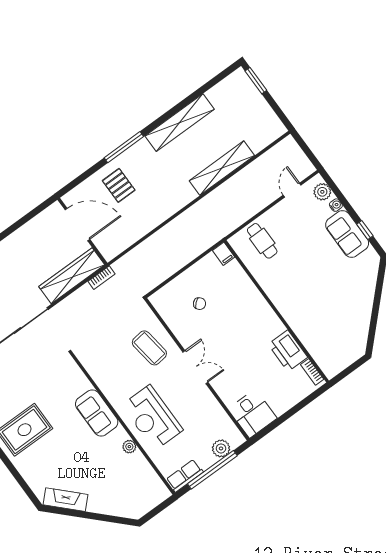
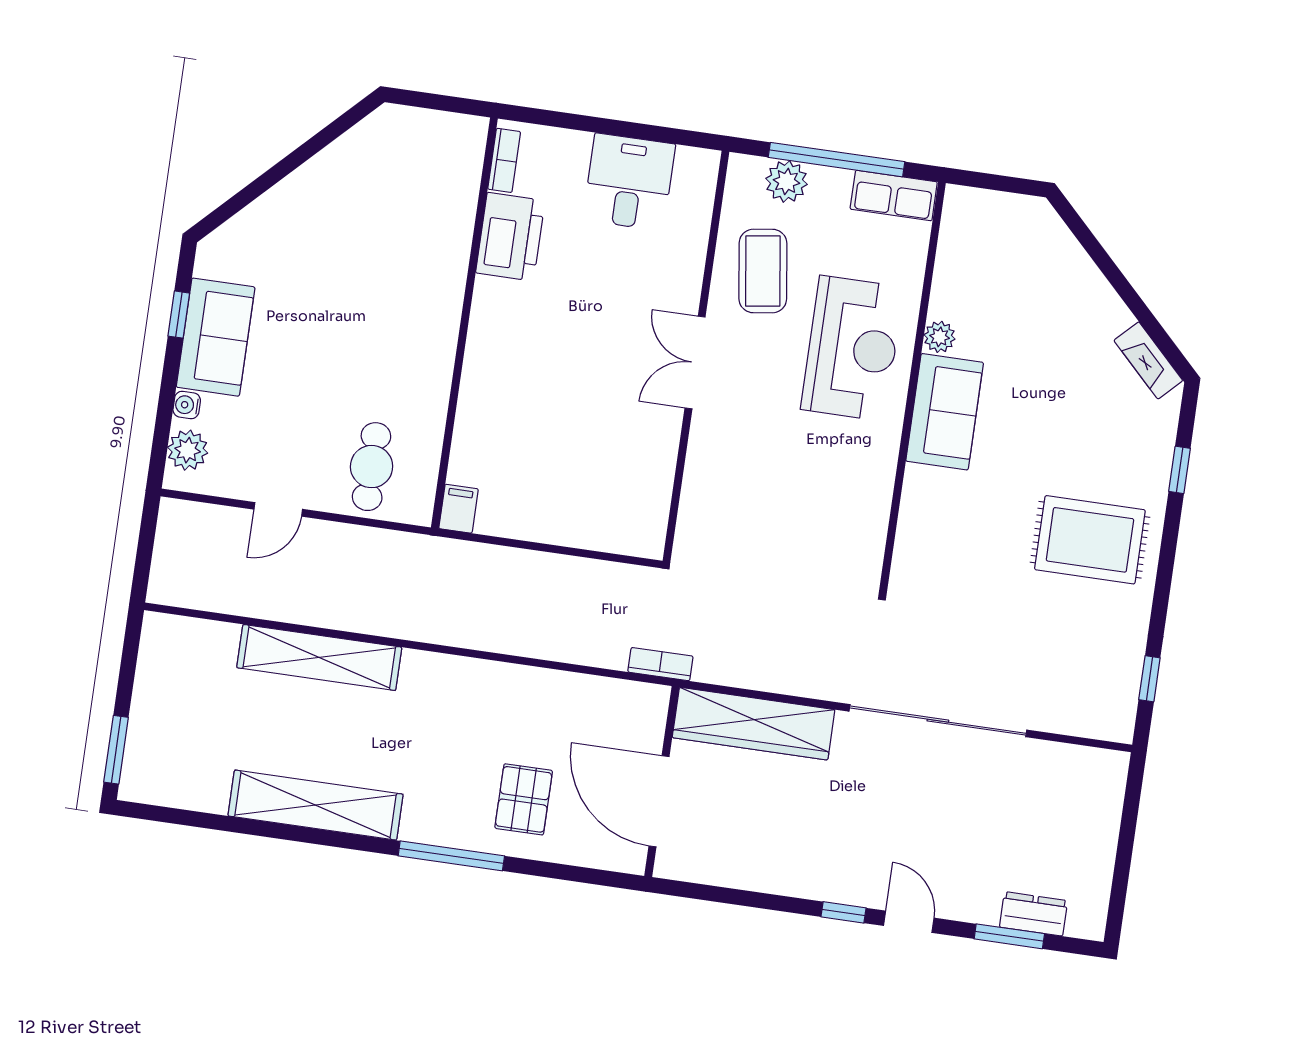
door: (292, 190) -> (278, 509), moved
bookcase: (102, 278) -> (660, 664), moved
chair: (200, 304) -> (582, 464), removed
coffee table: (149, 348) -> (763, 271), moved
sofa: (97, 413) -> (945, 412), moved
desk: (252, 414) -> (629, 182), moved
window: (18, 477) -> (1180, 470), added
fireplace: (66, 500) -> (1148, 360), width x0.73, depth x0.76

